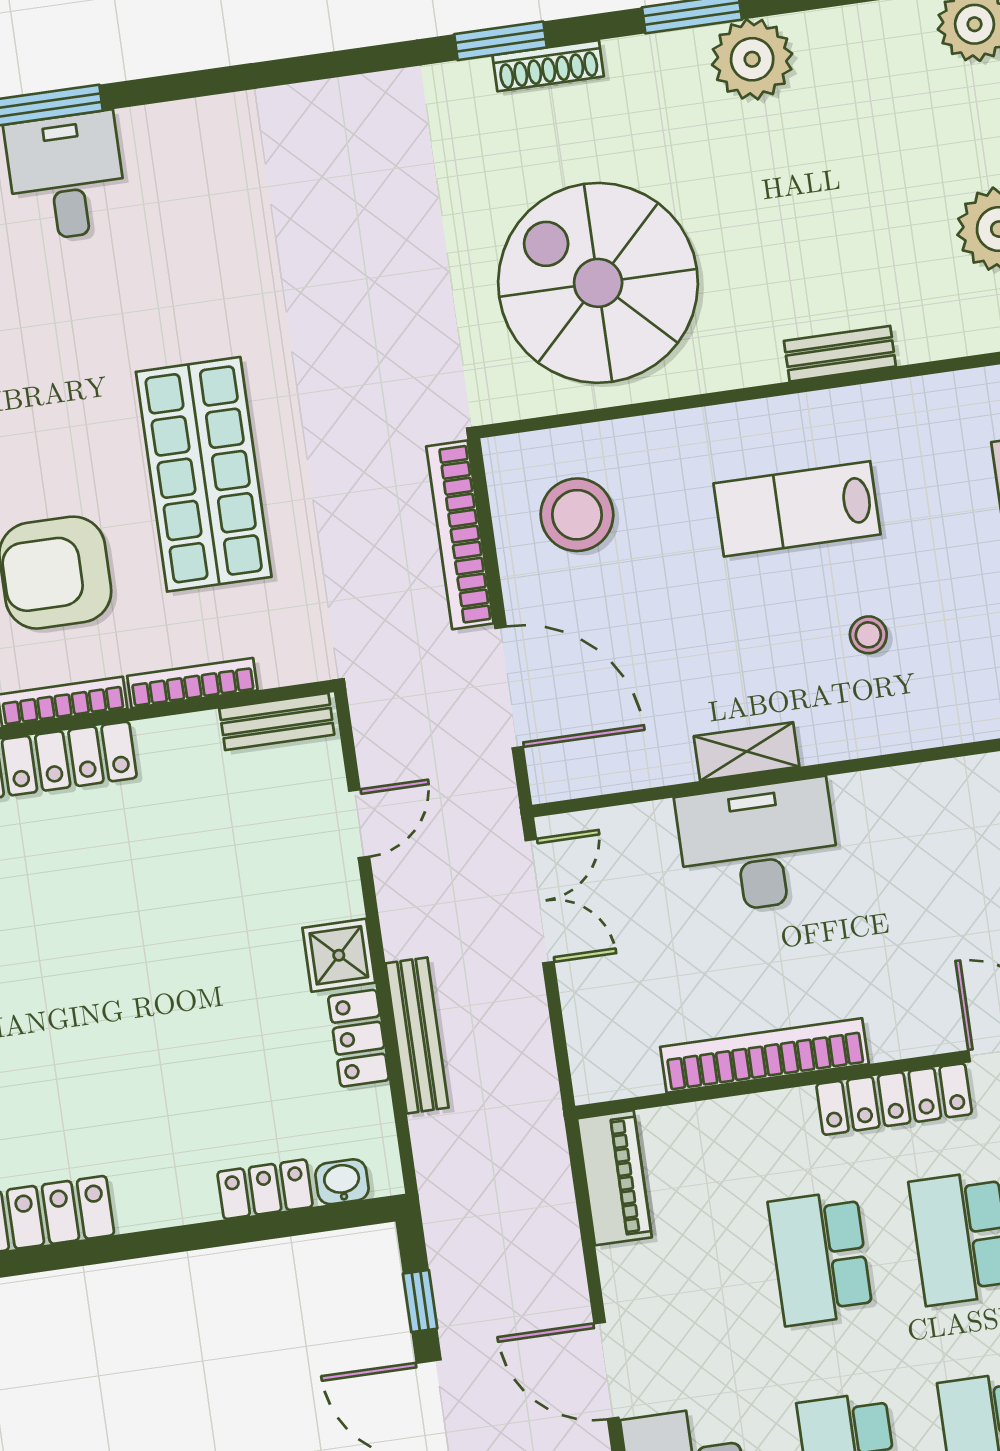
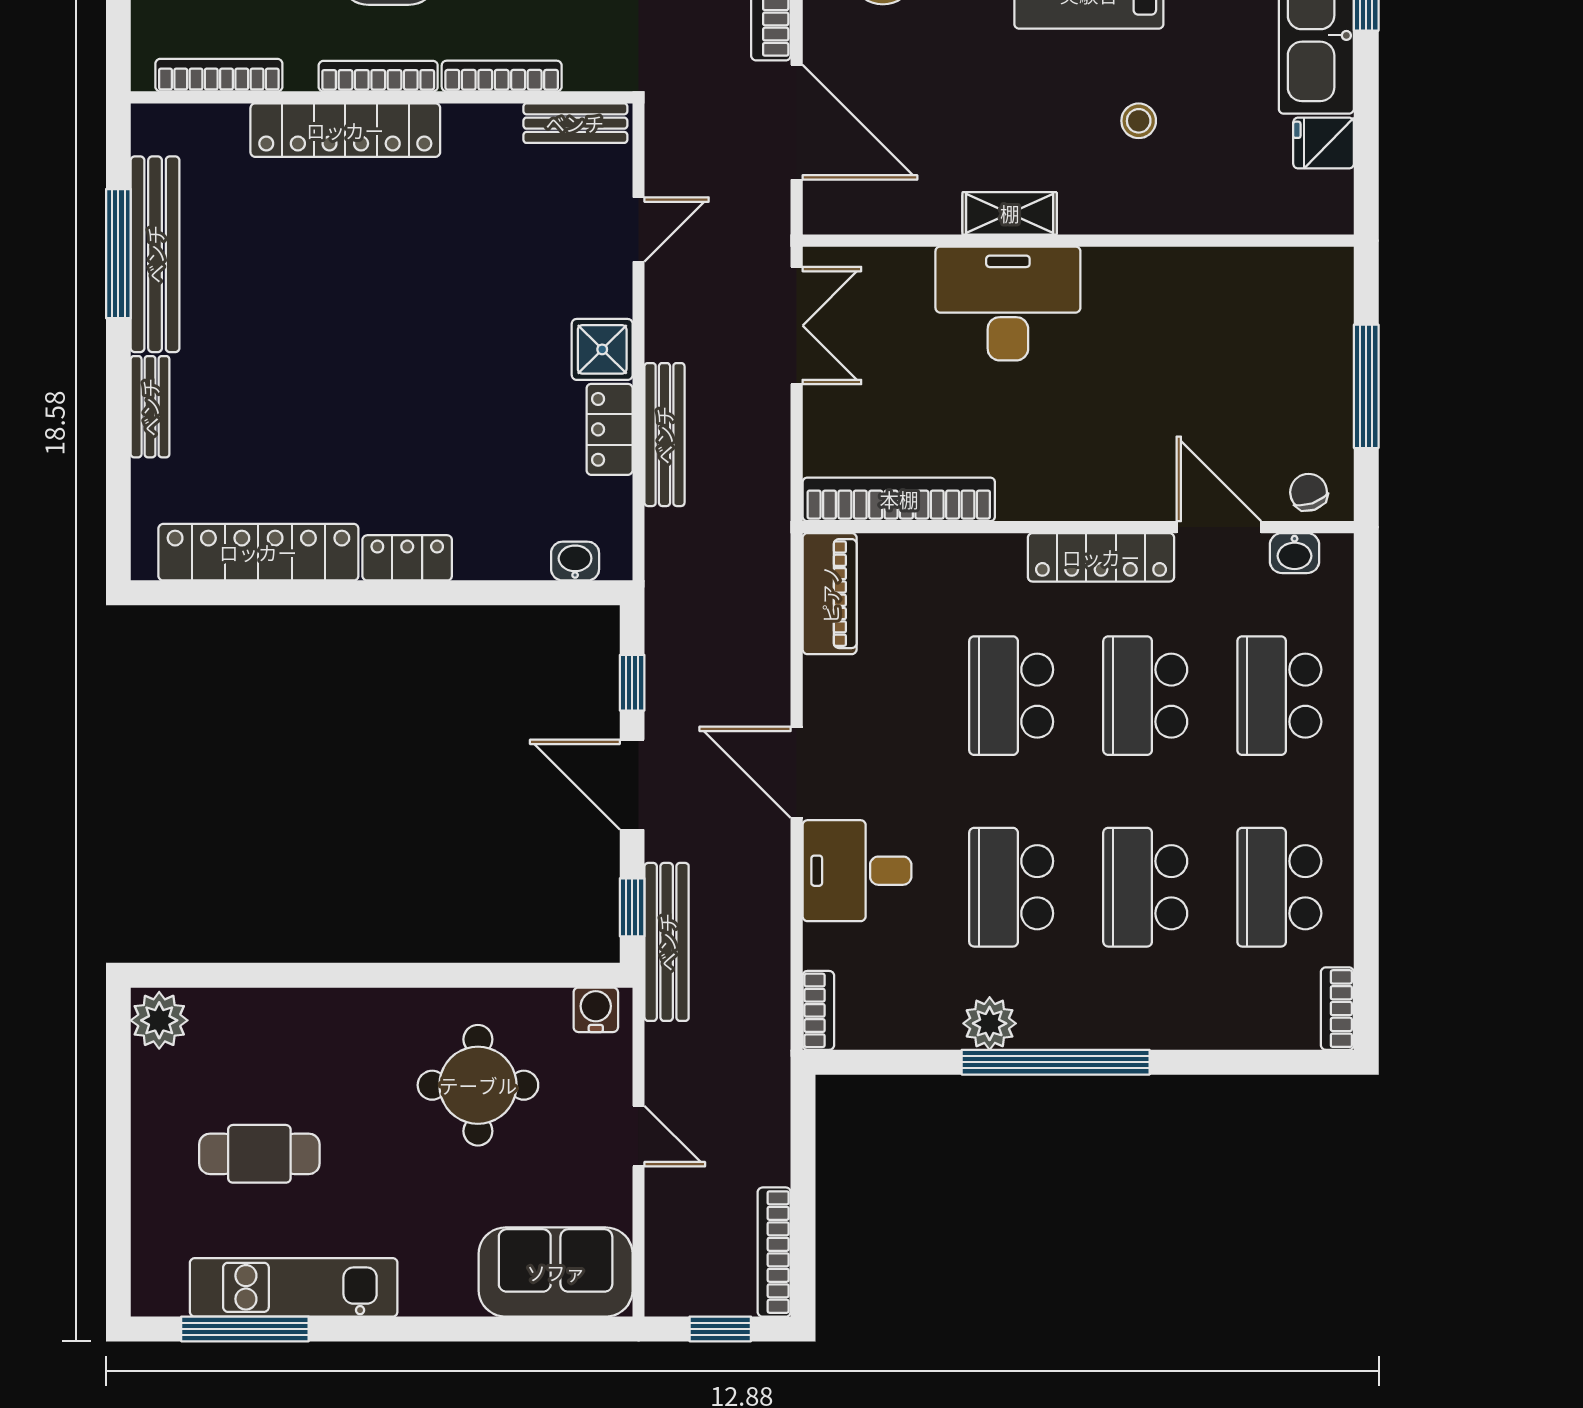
bookcase: (764, 1055) -> (899, 499), moved
locker: (265, 1189) -> (407, 558), moved

